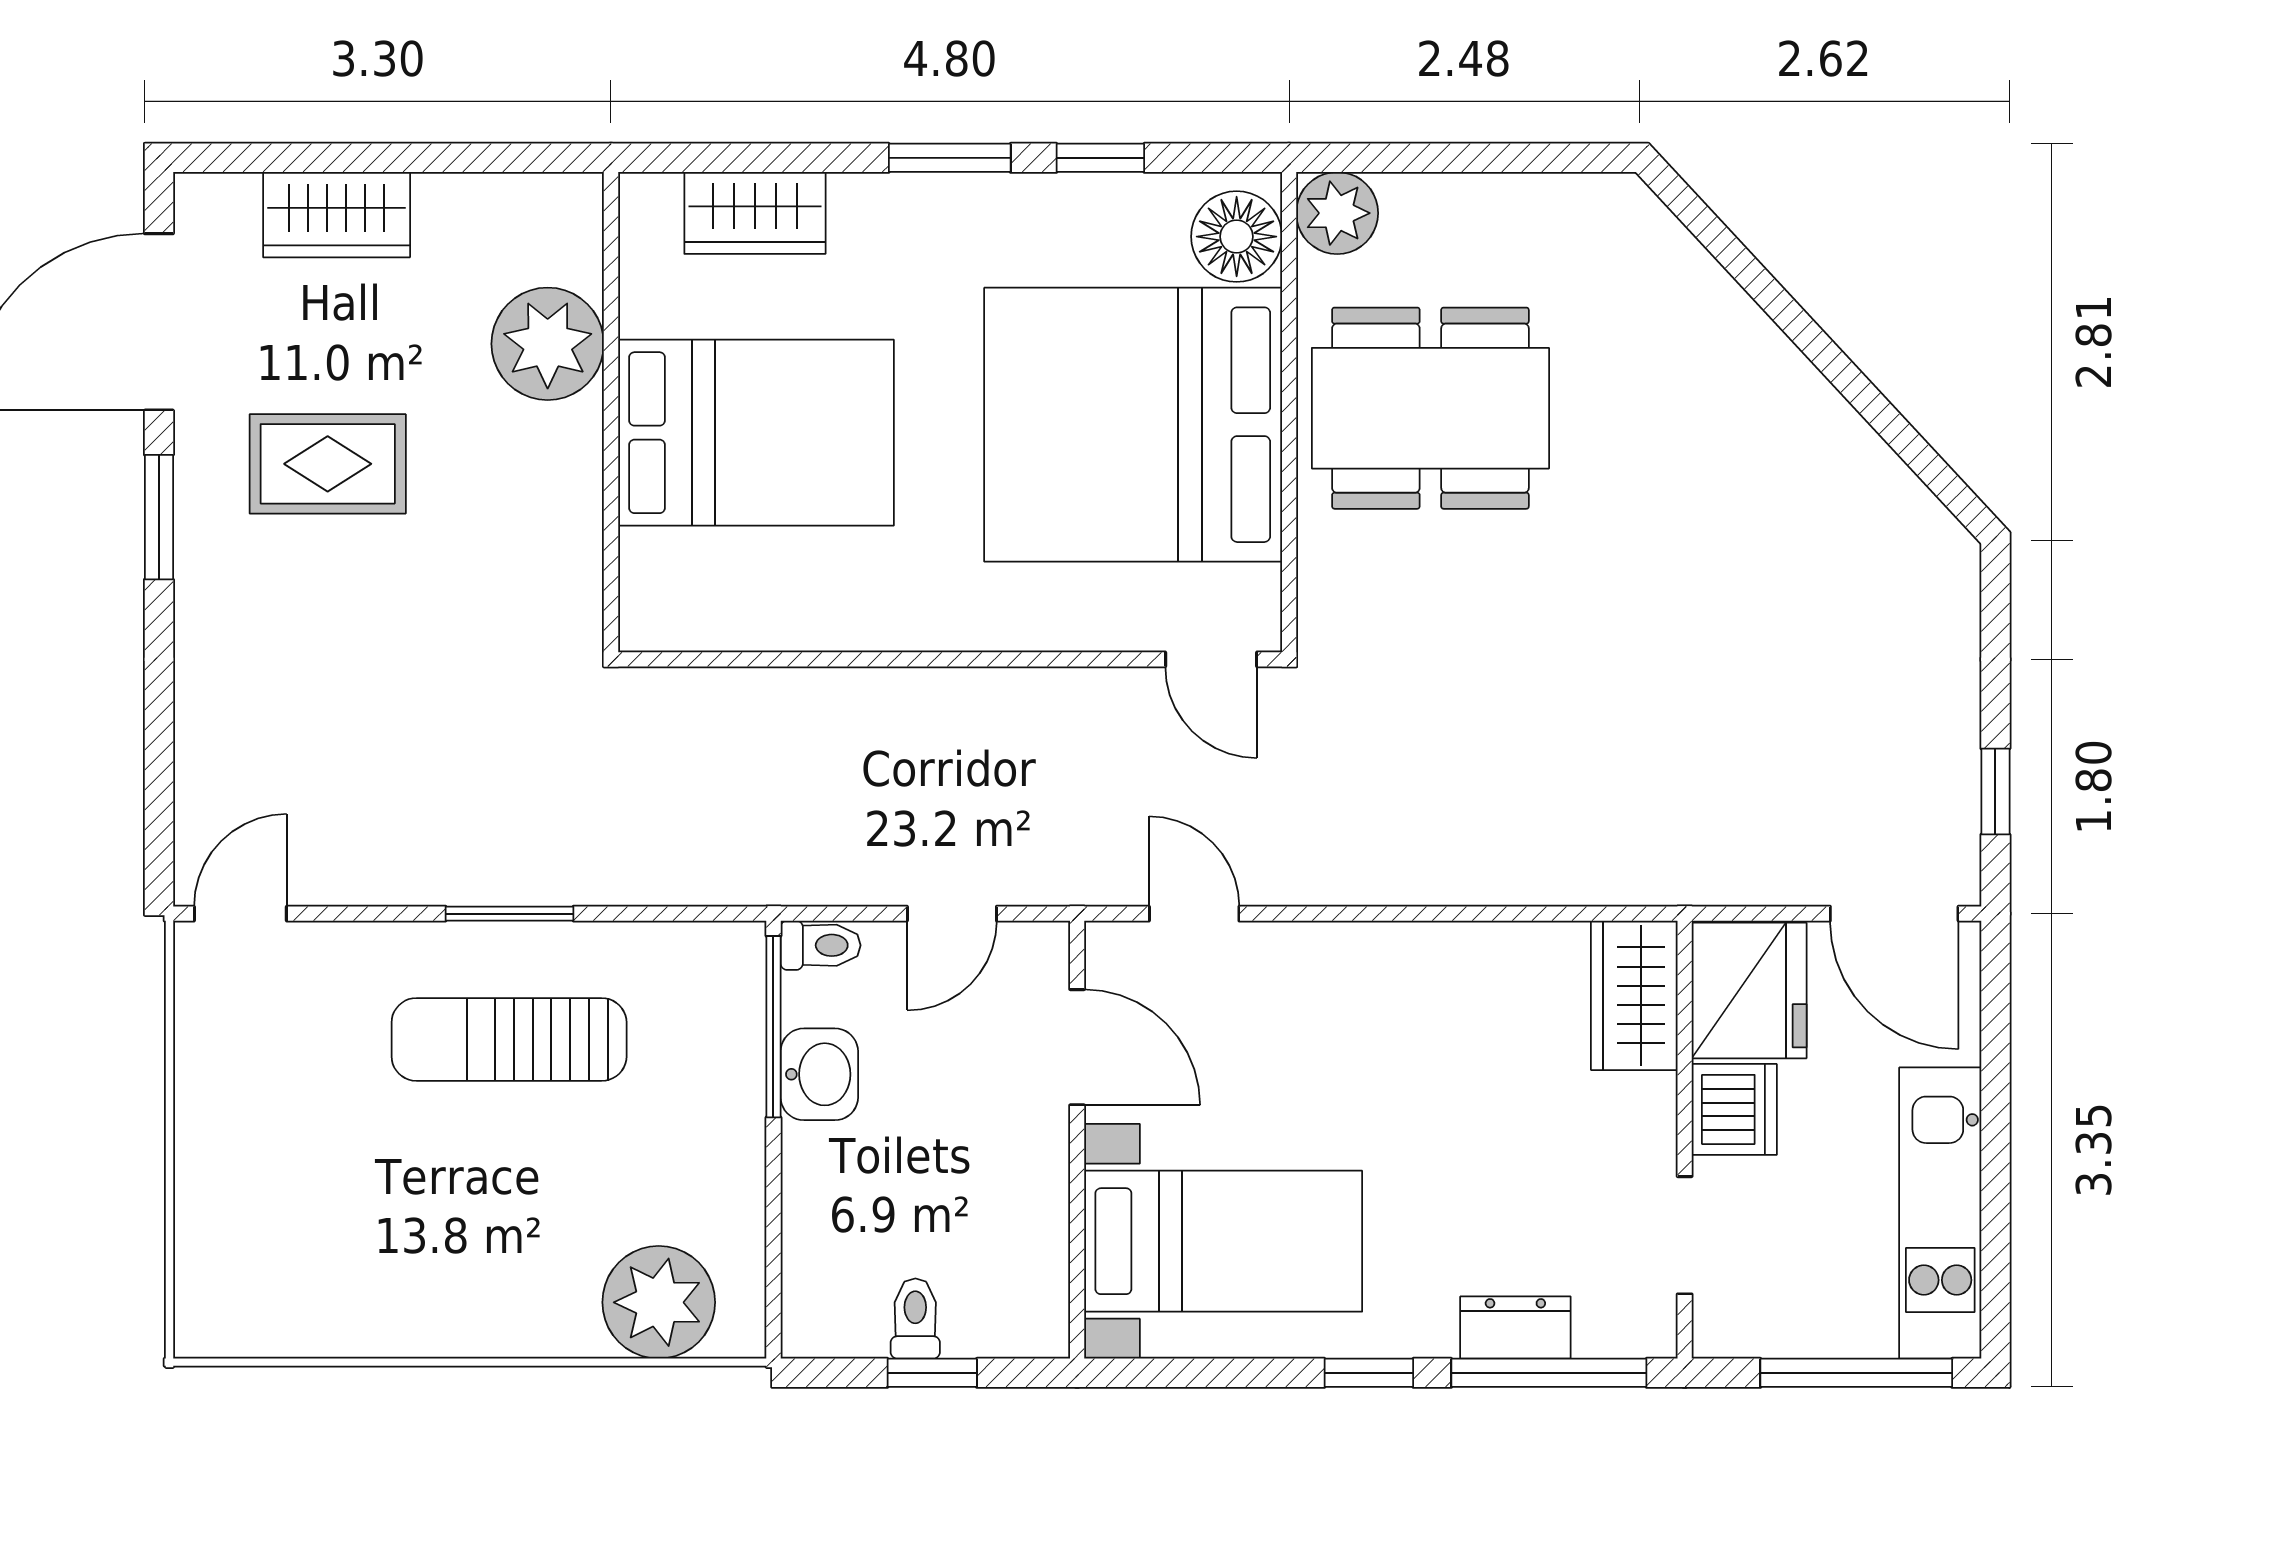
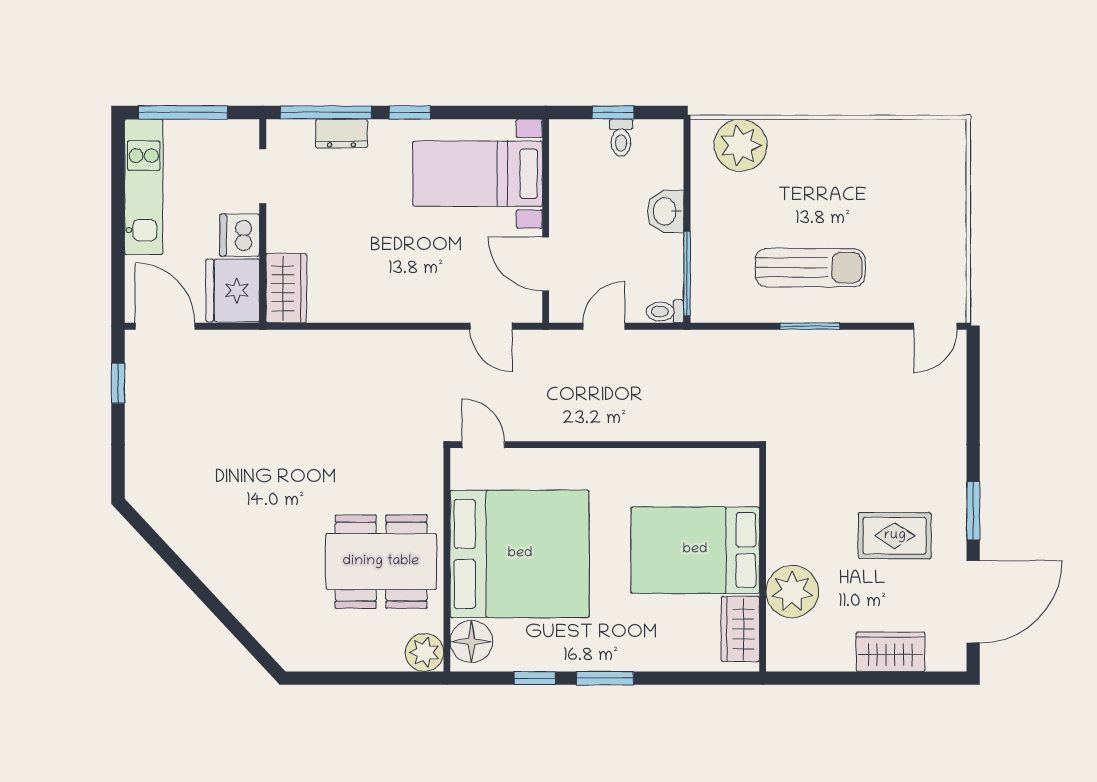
wardrobe: (755, 213) -> (740, 629), moved, turned -90
washbasin: (819, 1074) -> (666, 211), moved

